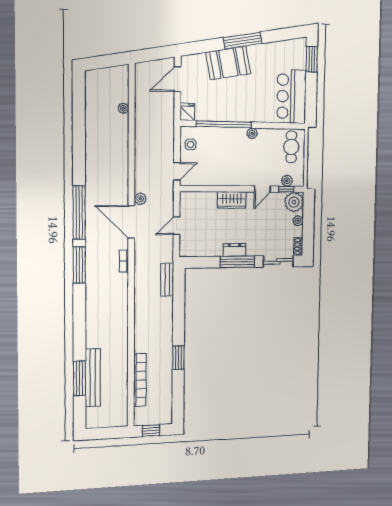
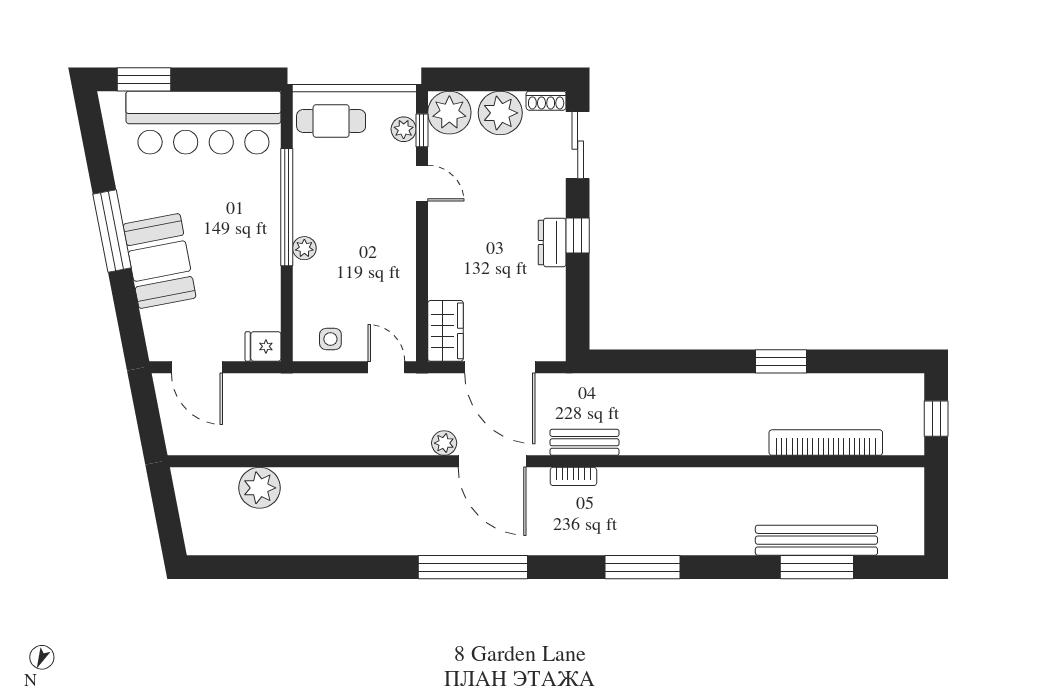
bar counter: (292, 96) -> (203, 123), width x1.36
plant: (123, 108) -> (259, 488), width x1.87, depth x1.87
window: (224, 124) -> (287, 207), moved
plant: (252, 133) -> (304, 248), moved
wardrobe: (232, 200) -> (446, 331), moved
plant: (298, 221) -> (500, 113), width x1.88, depth x1.88
door: (131, 222) -> (492, 461), hinge flipped
door: (177, 226) -> (500, 367), width x1.87
window: (237, 262) -> (578, 236), width x0.46
window: (79, 265) -> (643, 567), moved
bench: (167, 280) -> (585, 442), moved

